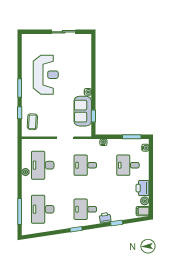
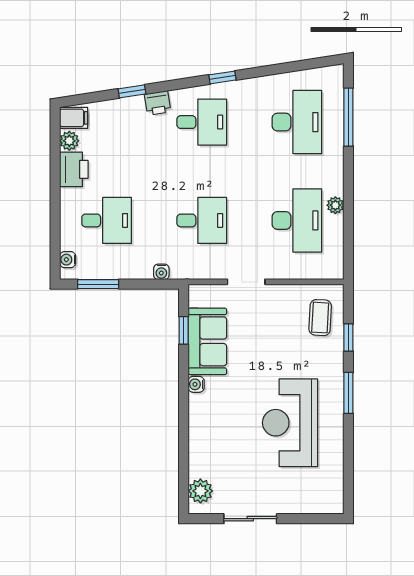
plant: (86, 44) -> (200, 491), added

